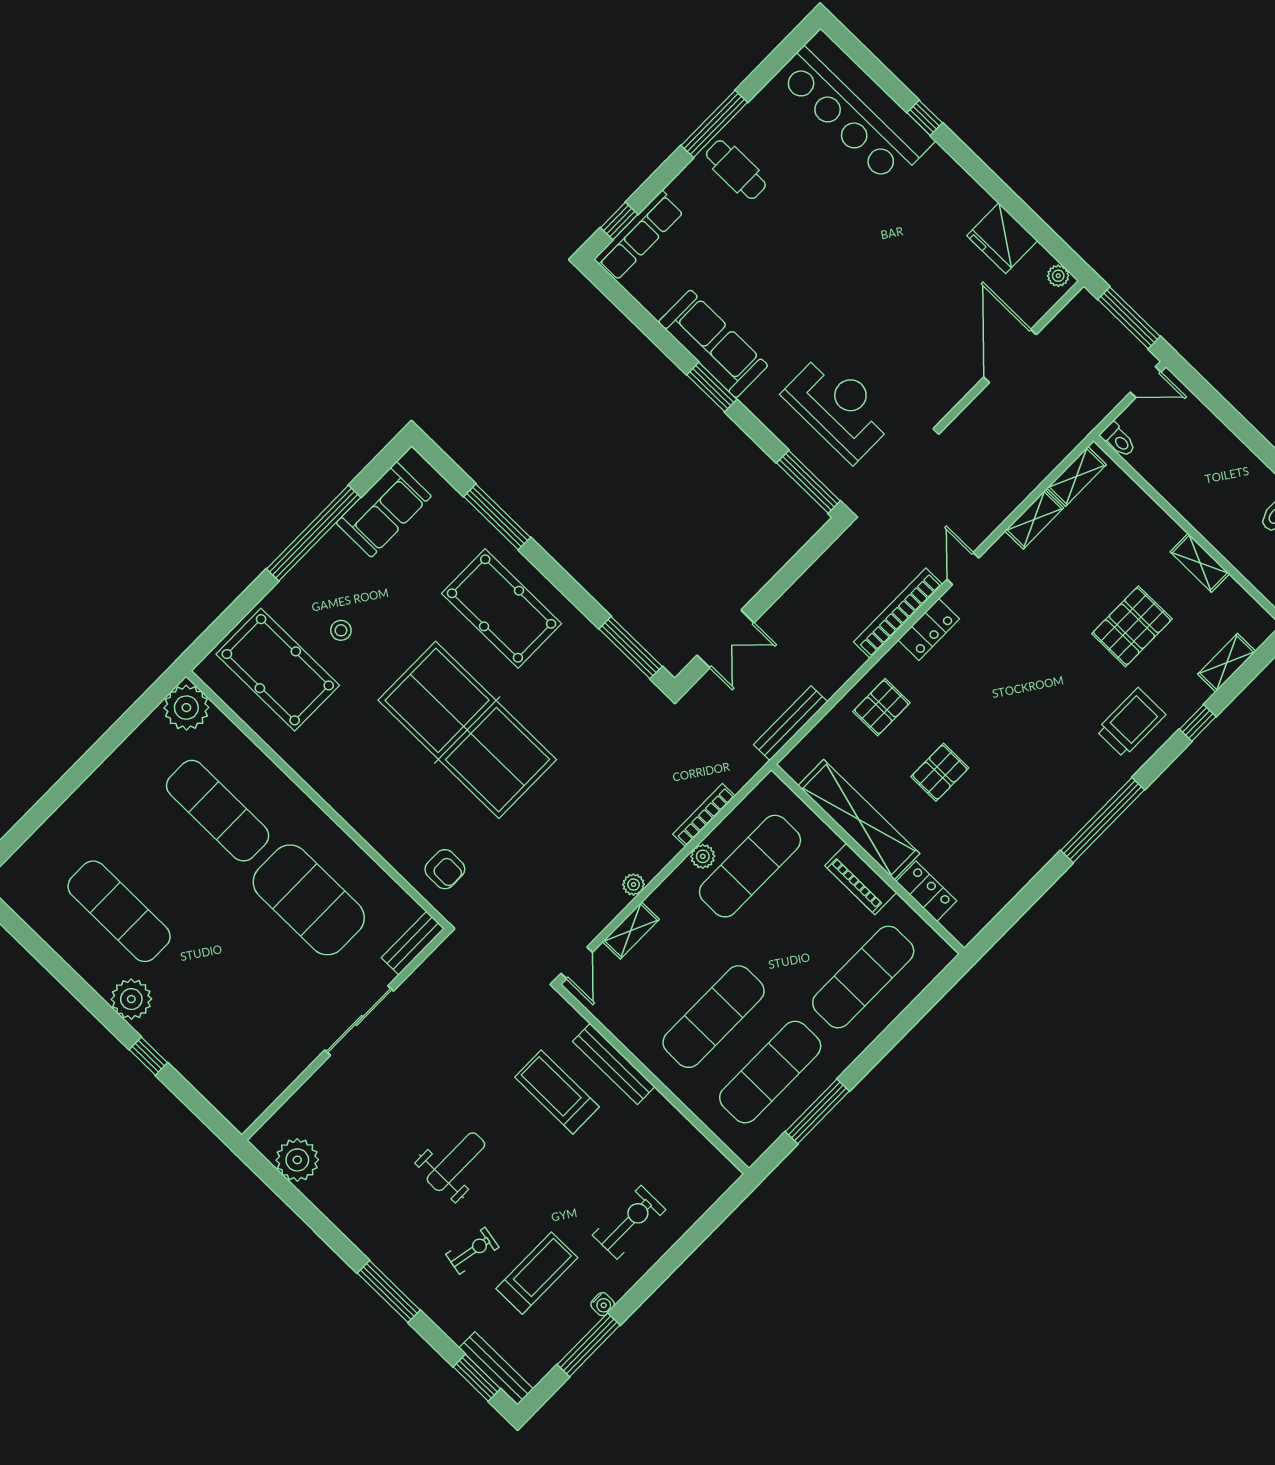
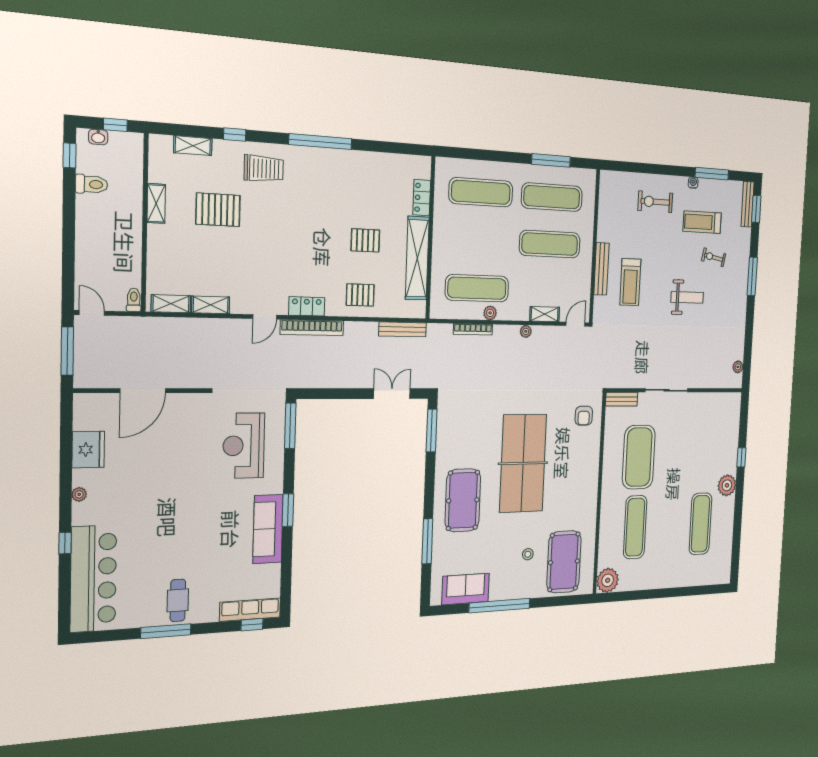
plant: (1058, 276) -> (79, 494), moved
trolley: (1131, 723) -> (264, 169), turned 180
armchair: (445, 869) -> (584, 416), turned 180
piano: (861, 879) -> (441, 233), removed
plant: (297, 1160) -> (738, 367), width x0.53, depth x0.53
weight bench: (456, 1162) -> (687, 297), turned 180

